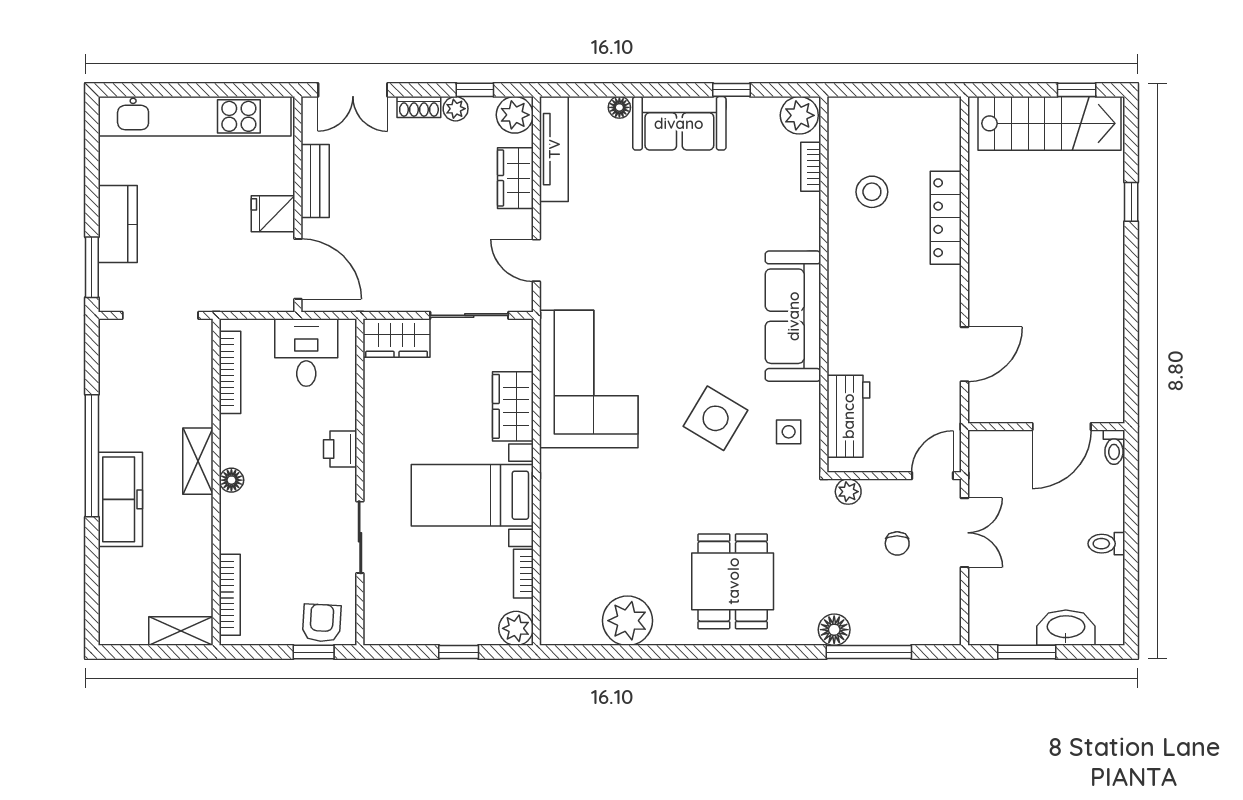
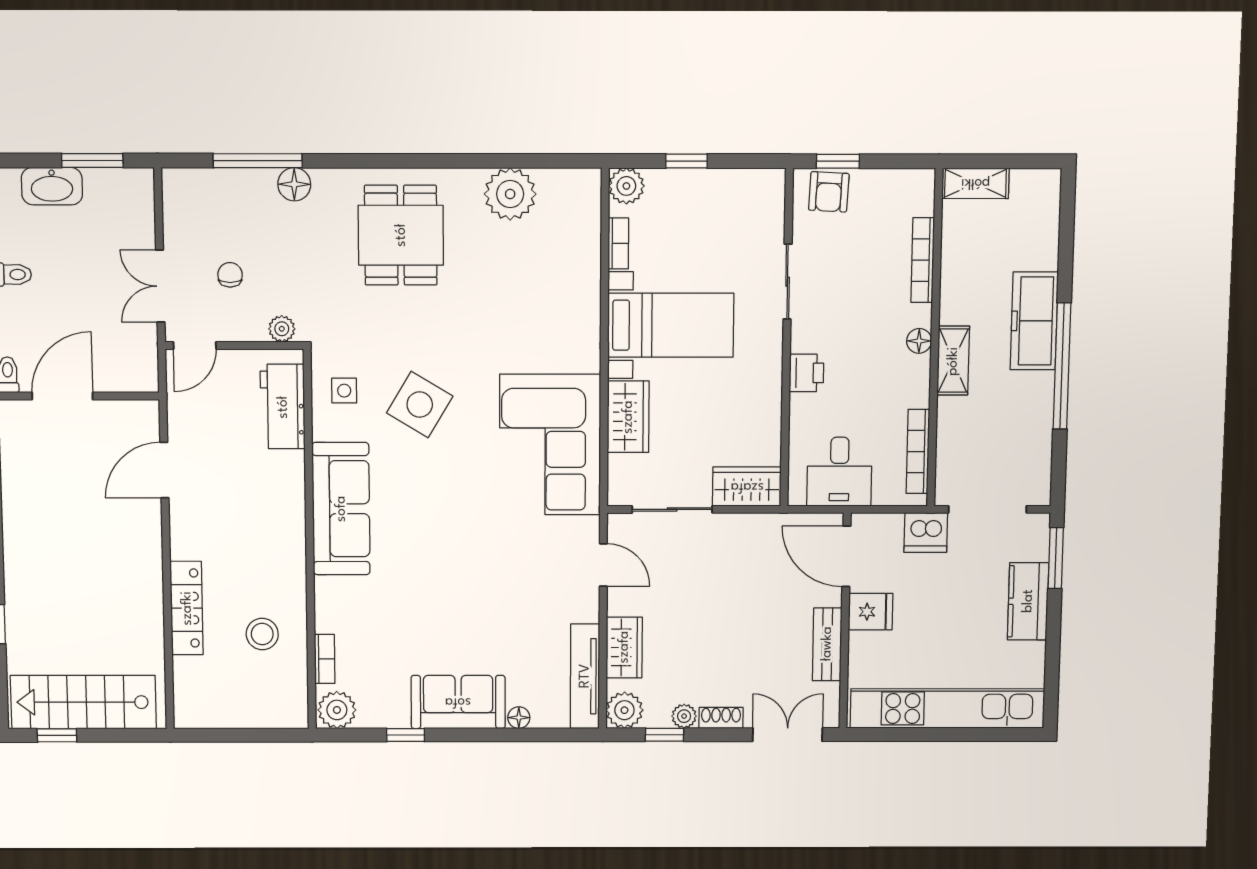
dishwasher: (220, 293) -> (926, 533), added
bookcase: (230, 595) -> (923, 260), moved

